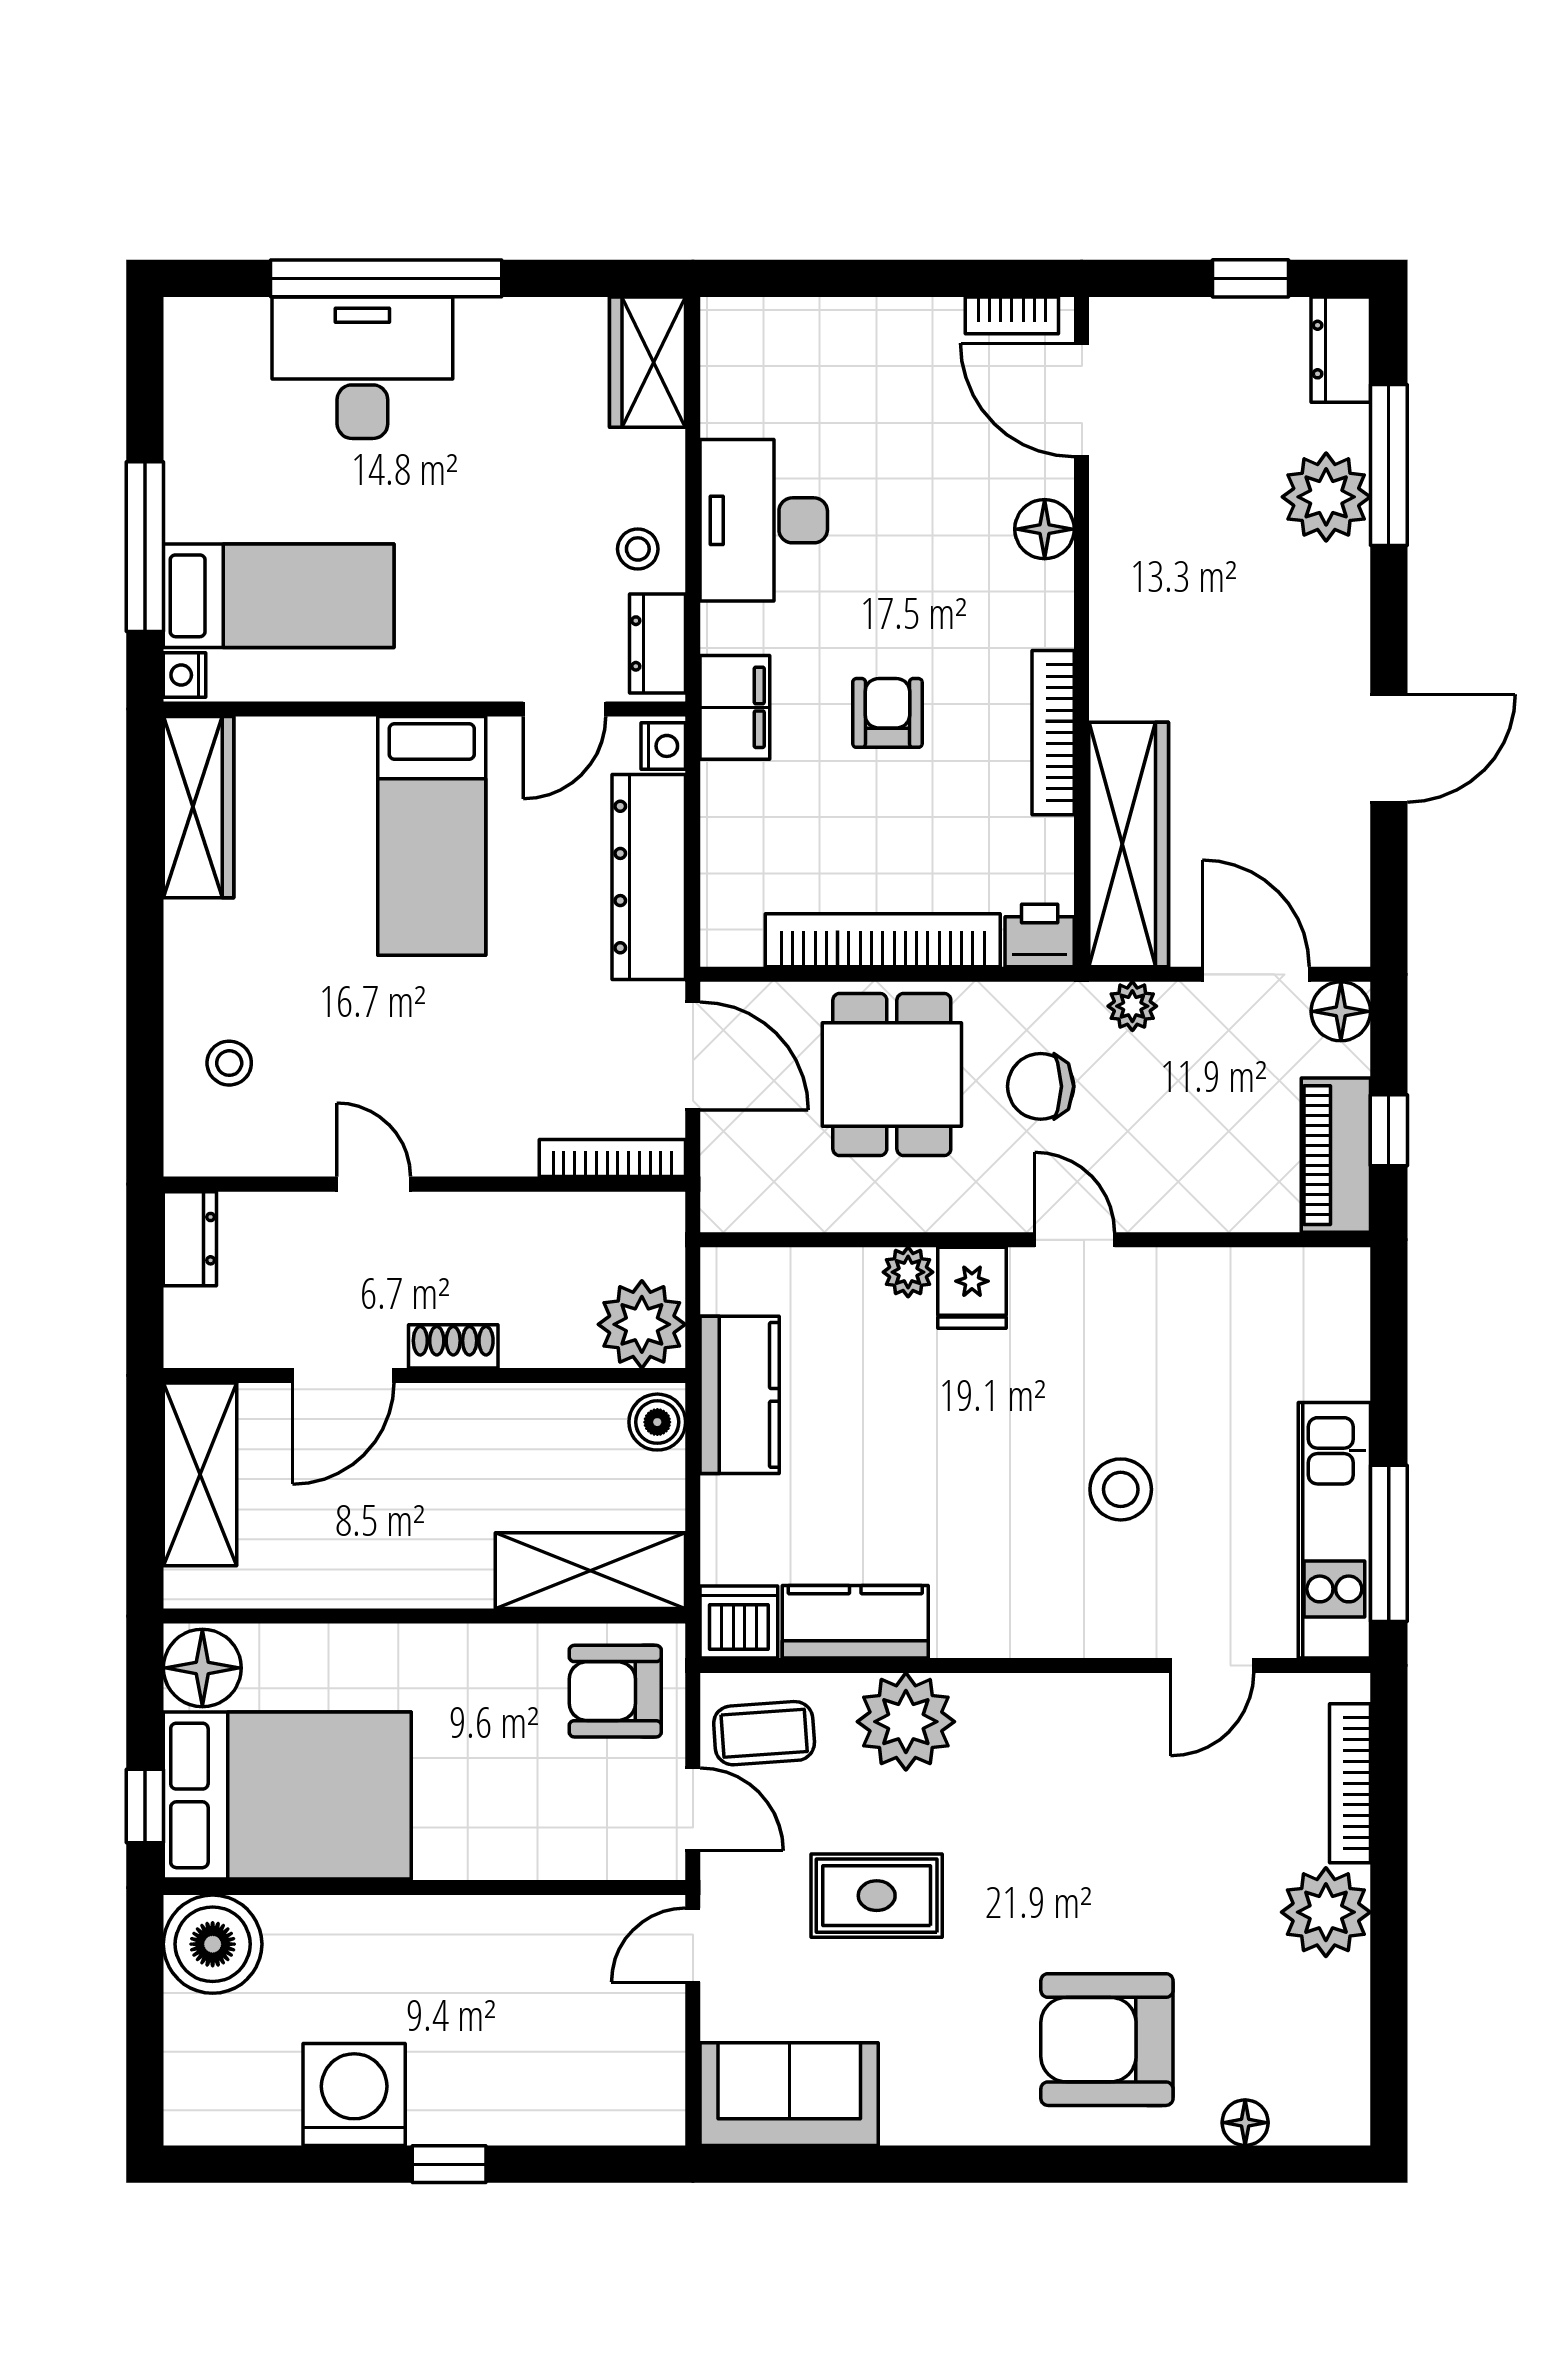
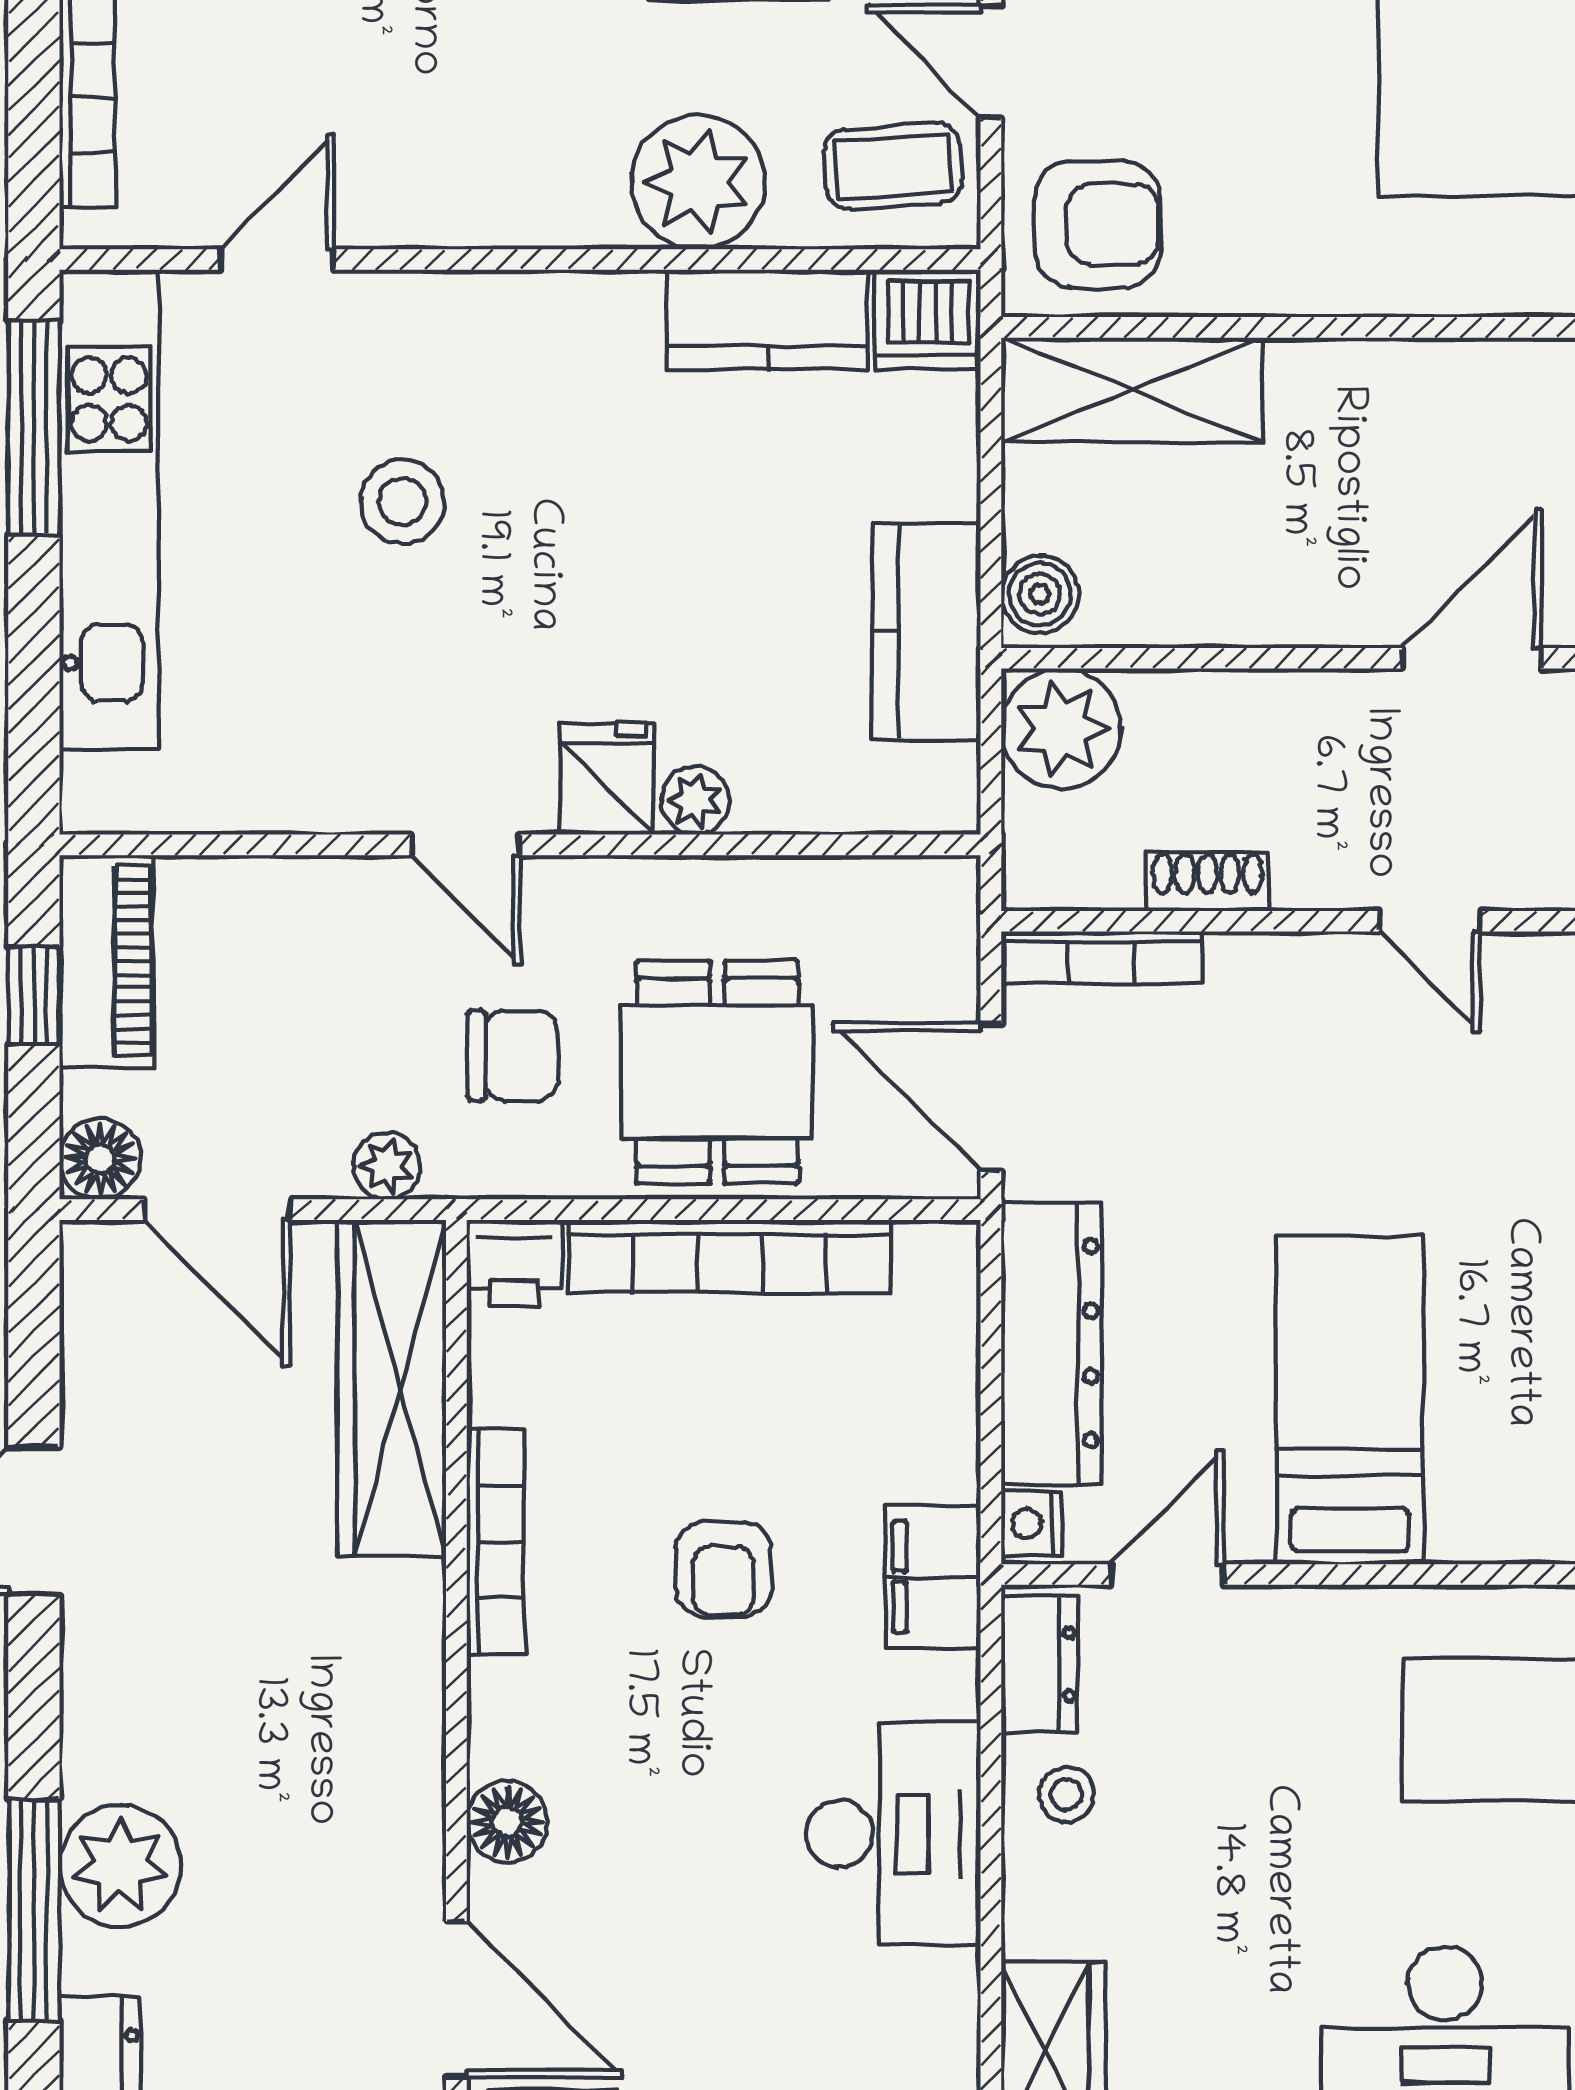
shoe rack: (453, 1346) -> (1207, 881), moved, turned 180
kitchen unit: (1334, 1530) -> (109, 509), width x1.36

